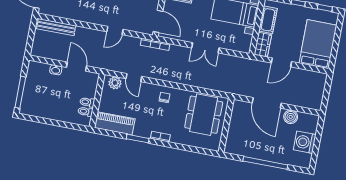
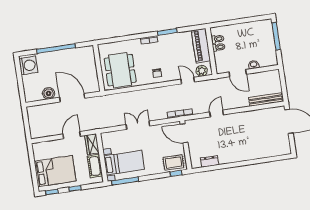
bed: (318, 44) -> (55, 171), moved, turned -90
piano: (115, 123) -> (201, 46), moved, turned 90
washing machine: (305, 142) -> (28, 65), moved

